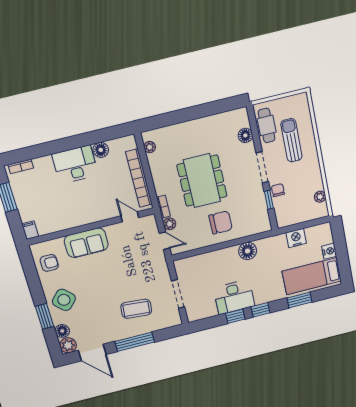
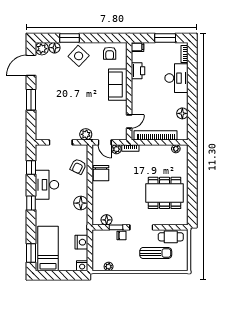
floor lamp: (245, 135) -> (107, 220), moved
desk: (75, 165) -> (176, 78), moved
dining table: (202, 181) -> (165, 193), moved
printer: (61, 222) -> (138, 71), added
chair: (221, 222) -> (101, 173), moved
door: (165, 241) -> (105, 142), hinge flipped
nightstand: (329, 251) -> (82, 266), moved
plant: (160, 266) -> (86, 134), added
armchair: (203, 266) -> (78, 167), added
window: (300, 300) -> (31, 253), moved
coffee table: (136, 309) -> (57, 108), removed
window: (235, 316) -> (31, 168), moved
window: (135, 342) -> (31, 100), width x0.69

